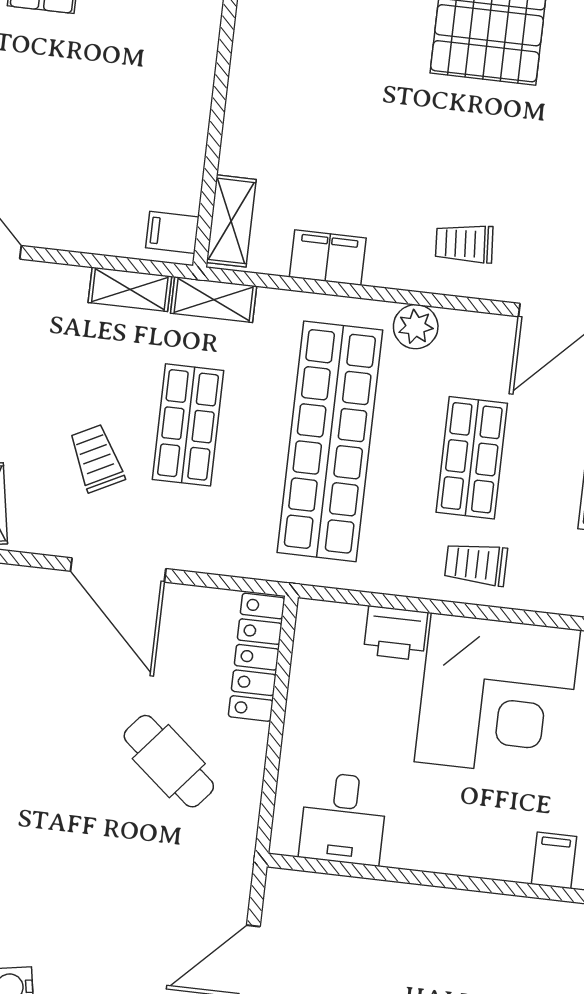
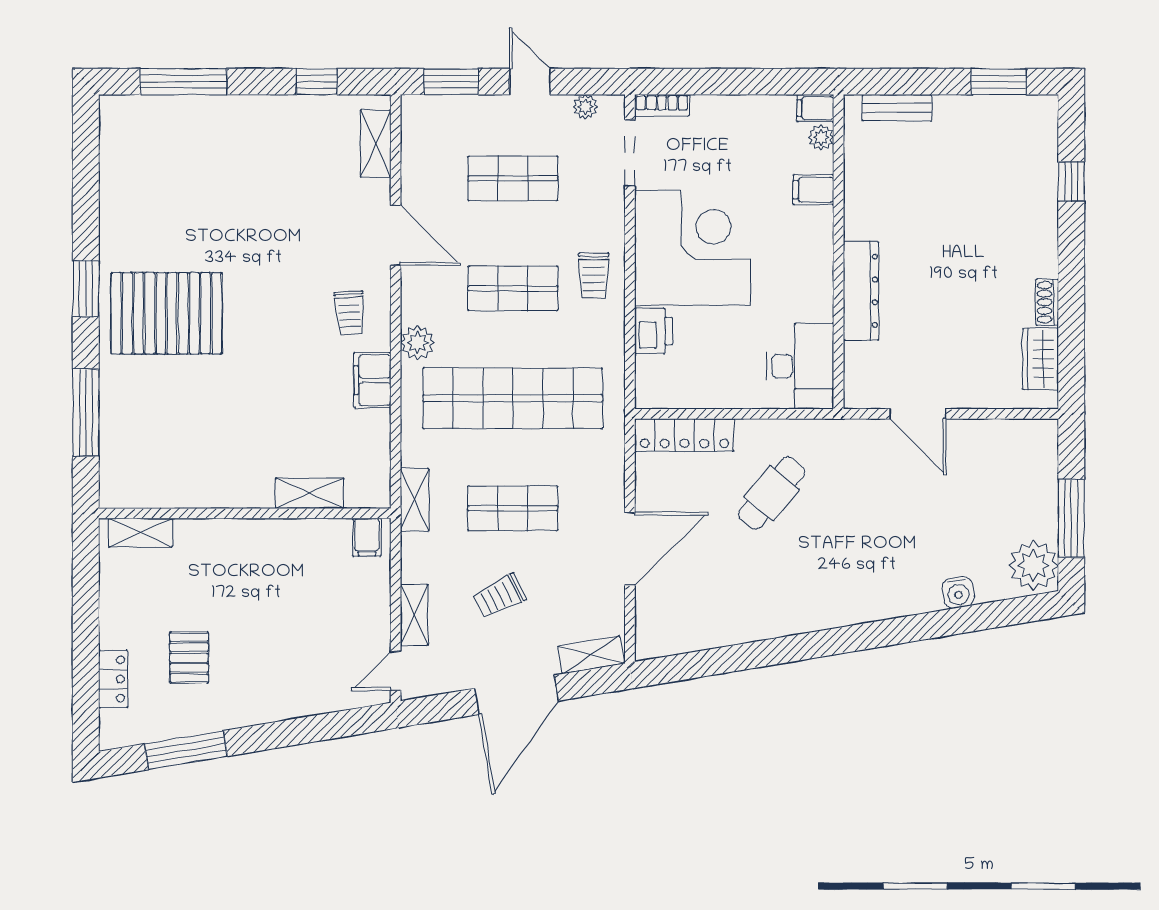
shelving: (231, 221) -> (310, 493), moved
filing cabinet: (328, 257) -> (372, 380), moved
shelving: (130, 289) -> (414, 615), moved
trolley: (97, 458) -> (499, 596), moved
desk: (343, 819) -> (800, 366), width x1.37
dresser: (416, 907) -> (861, 291), added

